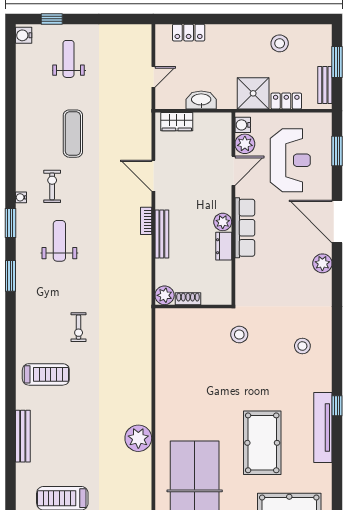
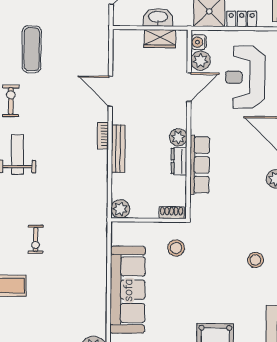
wardrobe: (177, 122) -> (160, 39), moved
reception desk: (290, 160) -> (245, 77), turned 180
row of seats: (245, 228) -> (200, 165), moved
shoe rack: (188, 299) -> (171, 213), moved
stool: (239, 335) -> (176, 248), moved
sofa: (173, 377) -> (128, 290), added

